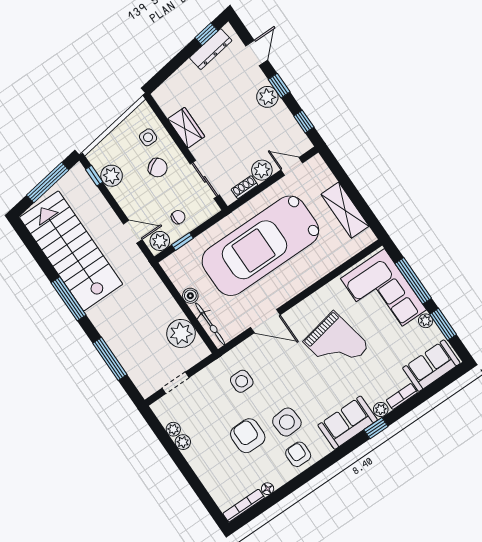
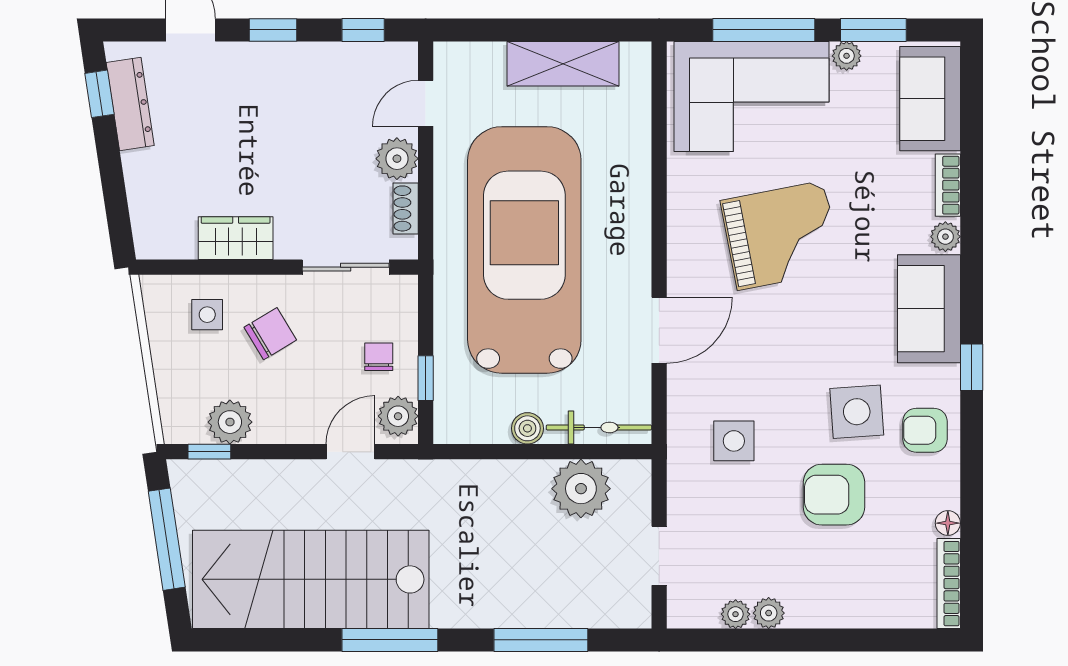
plant: (267, 97) -> (278, 63), removed
car: (260, 246) -> (524, 250), turned 180
window: (376, 428) -> (972, 367), moved

